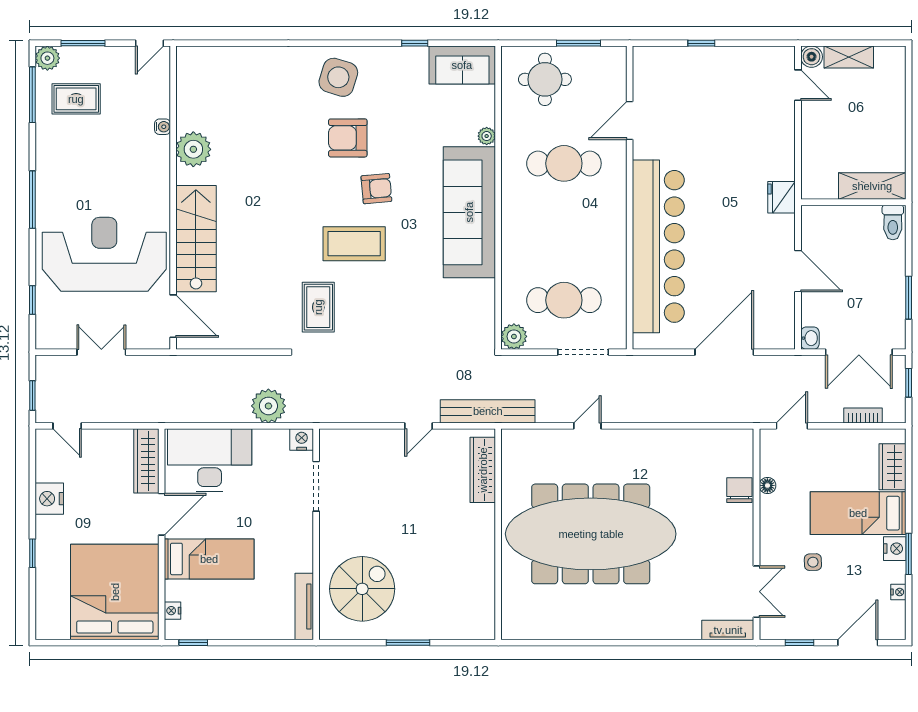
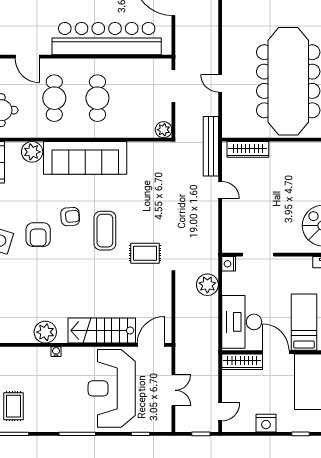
water cooler: (163, 127) -> (56, 352), moved
plant: (487, 136) -> (32, 152), width x1.88, depth x1.88
armchair: (376, 189) -> (70, 217), turned 91
cafe table: (564, 300) -> (97, 98), moved
double door: (101, 352) -> (173, 390), swing flipped

